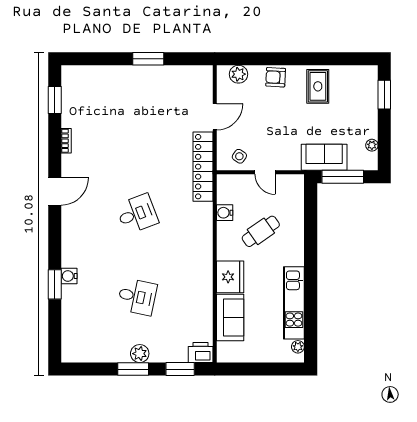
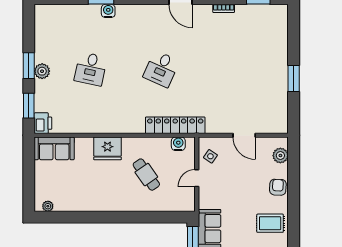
locker: (203, 167) -> (175, 125), moved
water cooler: (225, 213) -> (178, 144), moved
desk: (137, 214) -> (161, 69), turned 45
kitchen unit: (294, 303) -> (85, 203), removed
sofa: (230, 317) -> (54, 148), moved

